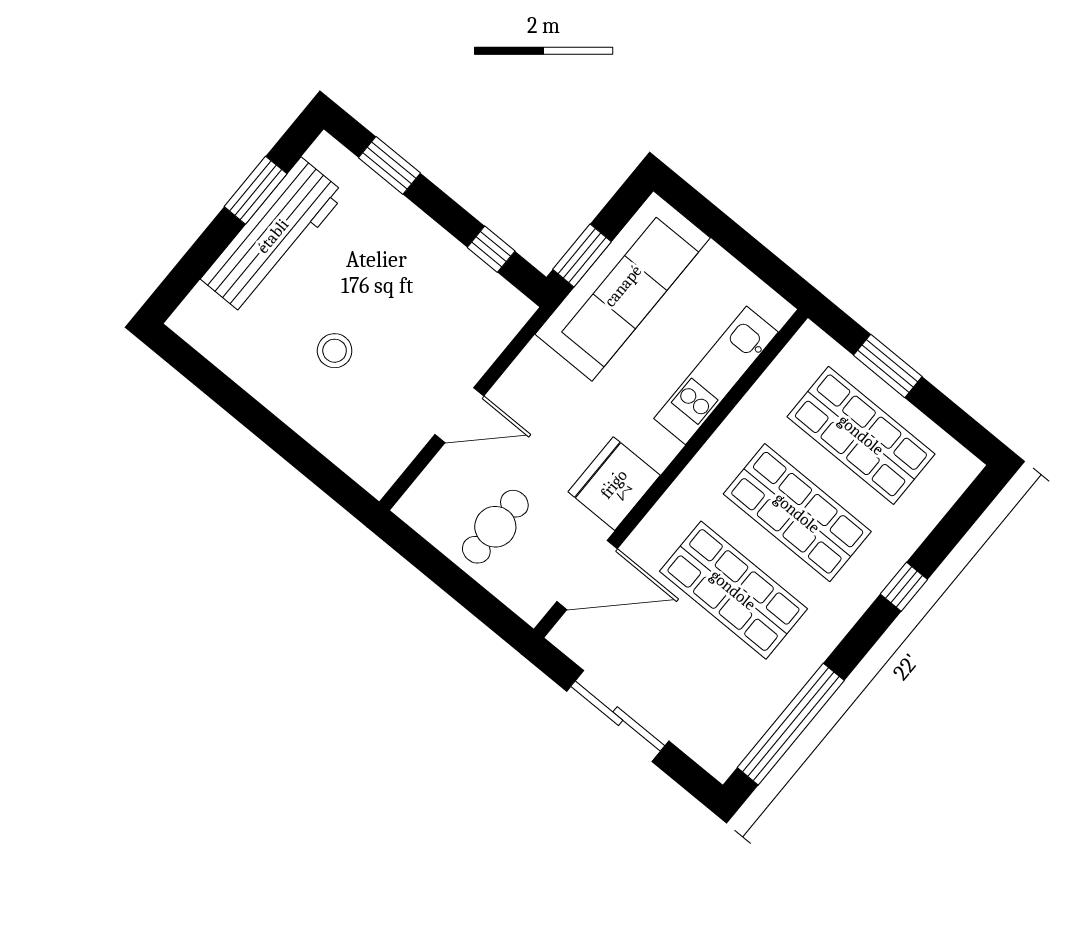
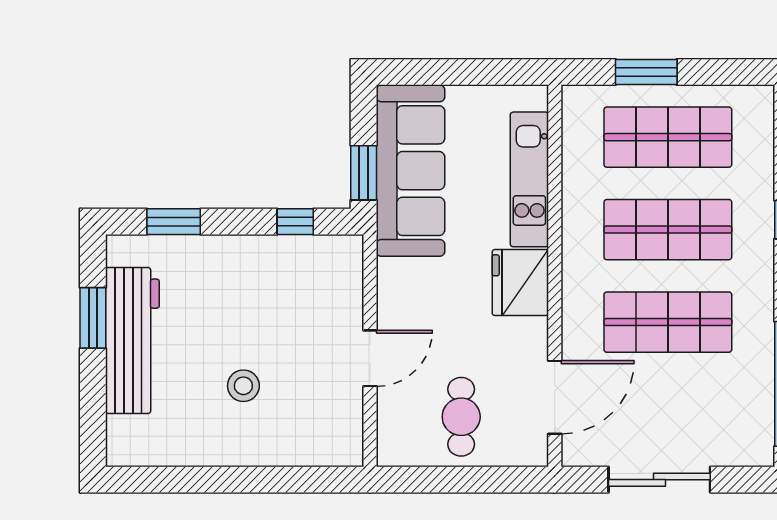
fridge: (614, 484) -> (520, 283), moved

